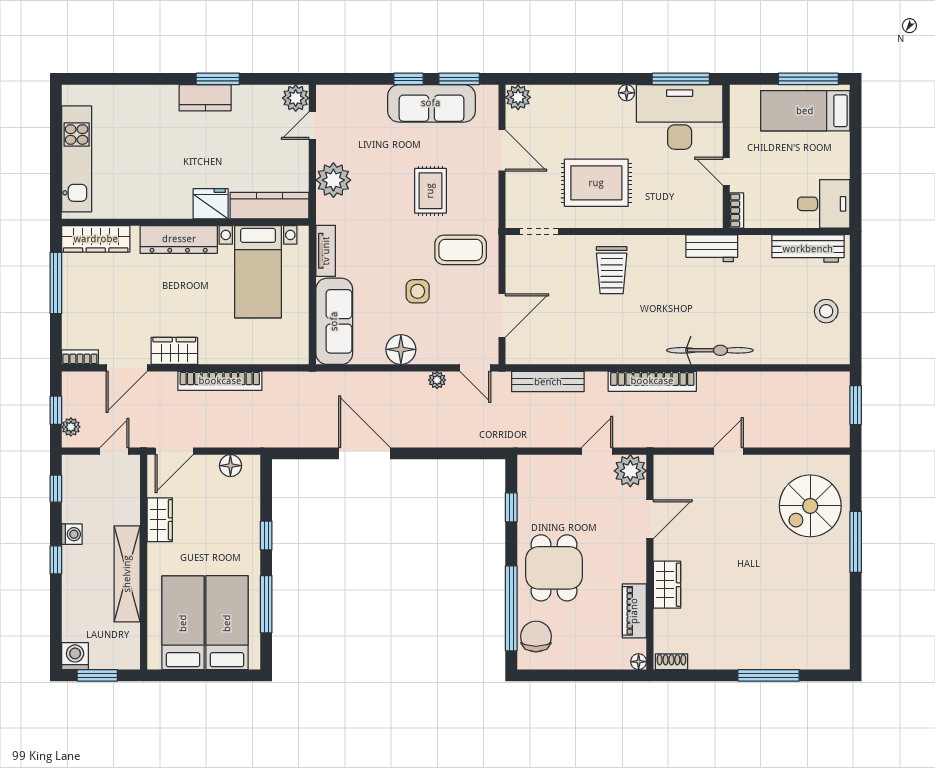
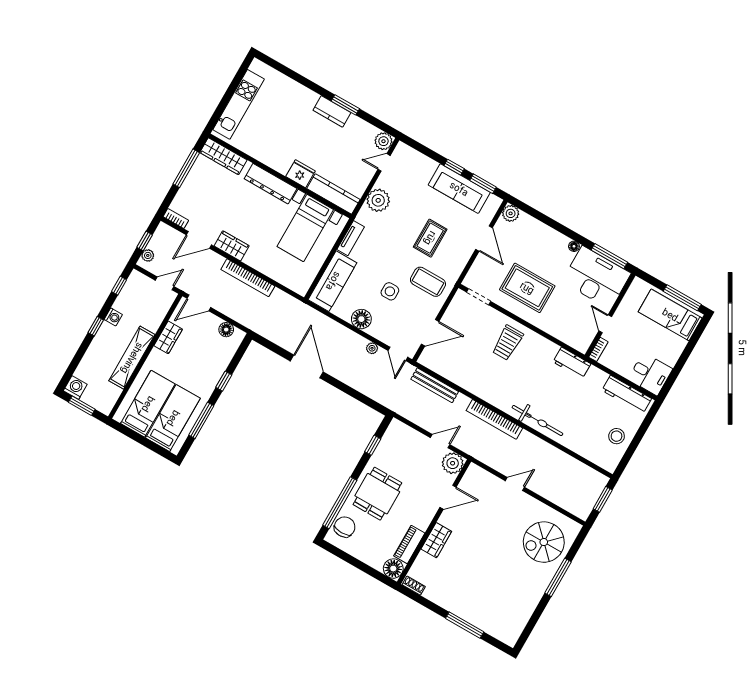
floor lamp: (639, 662) -> (393, 569), width x1.89, depth x1.89

